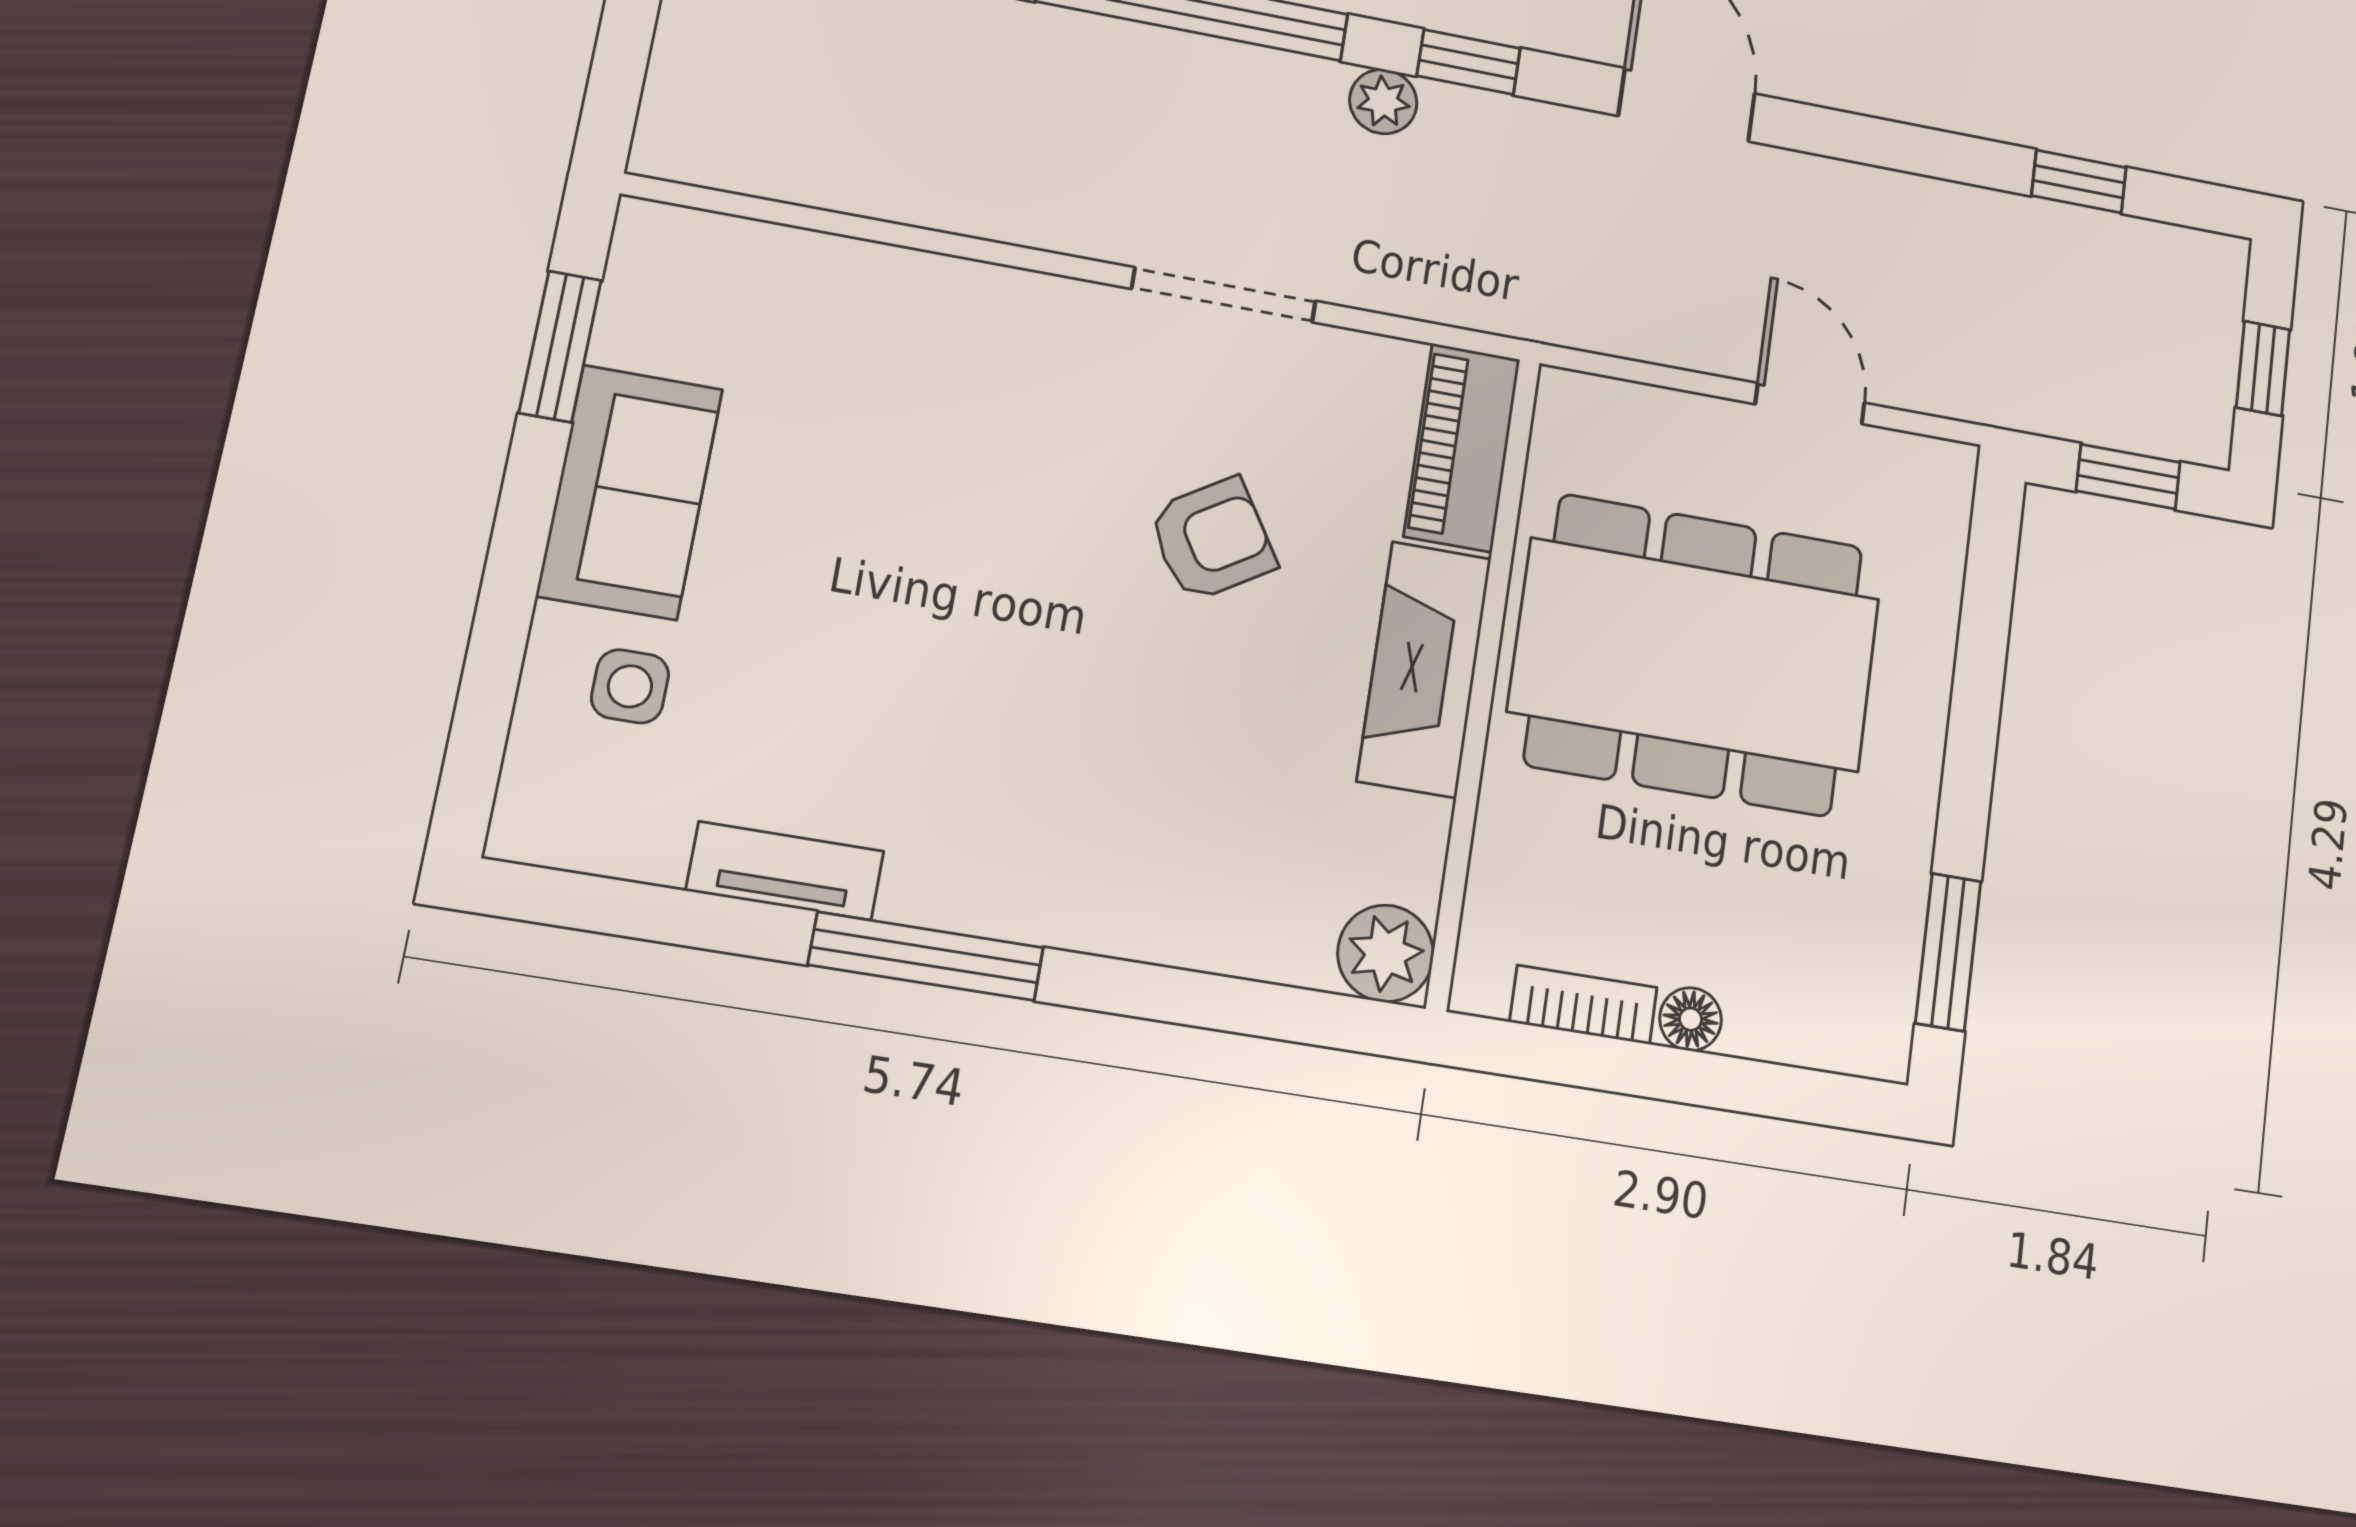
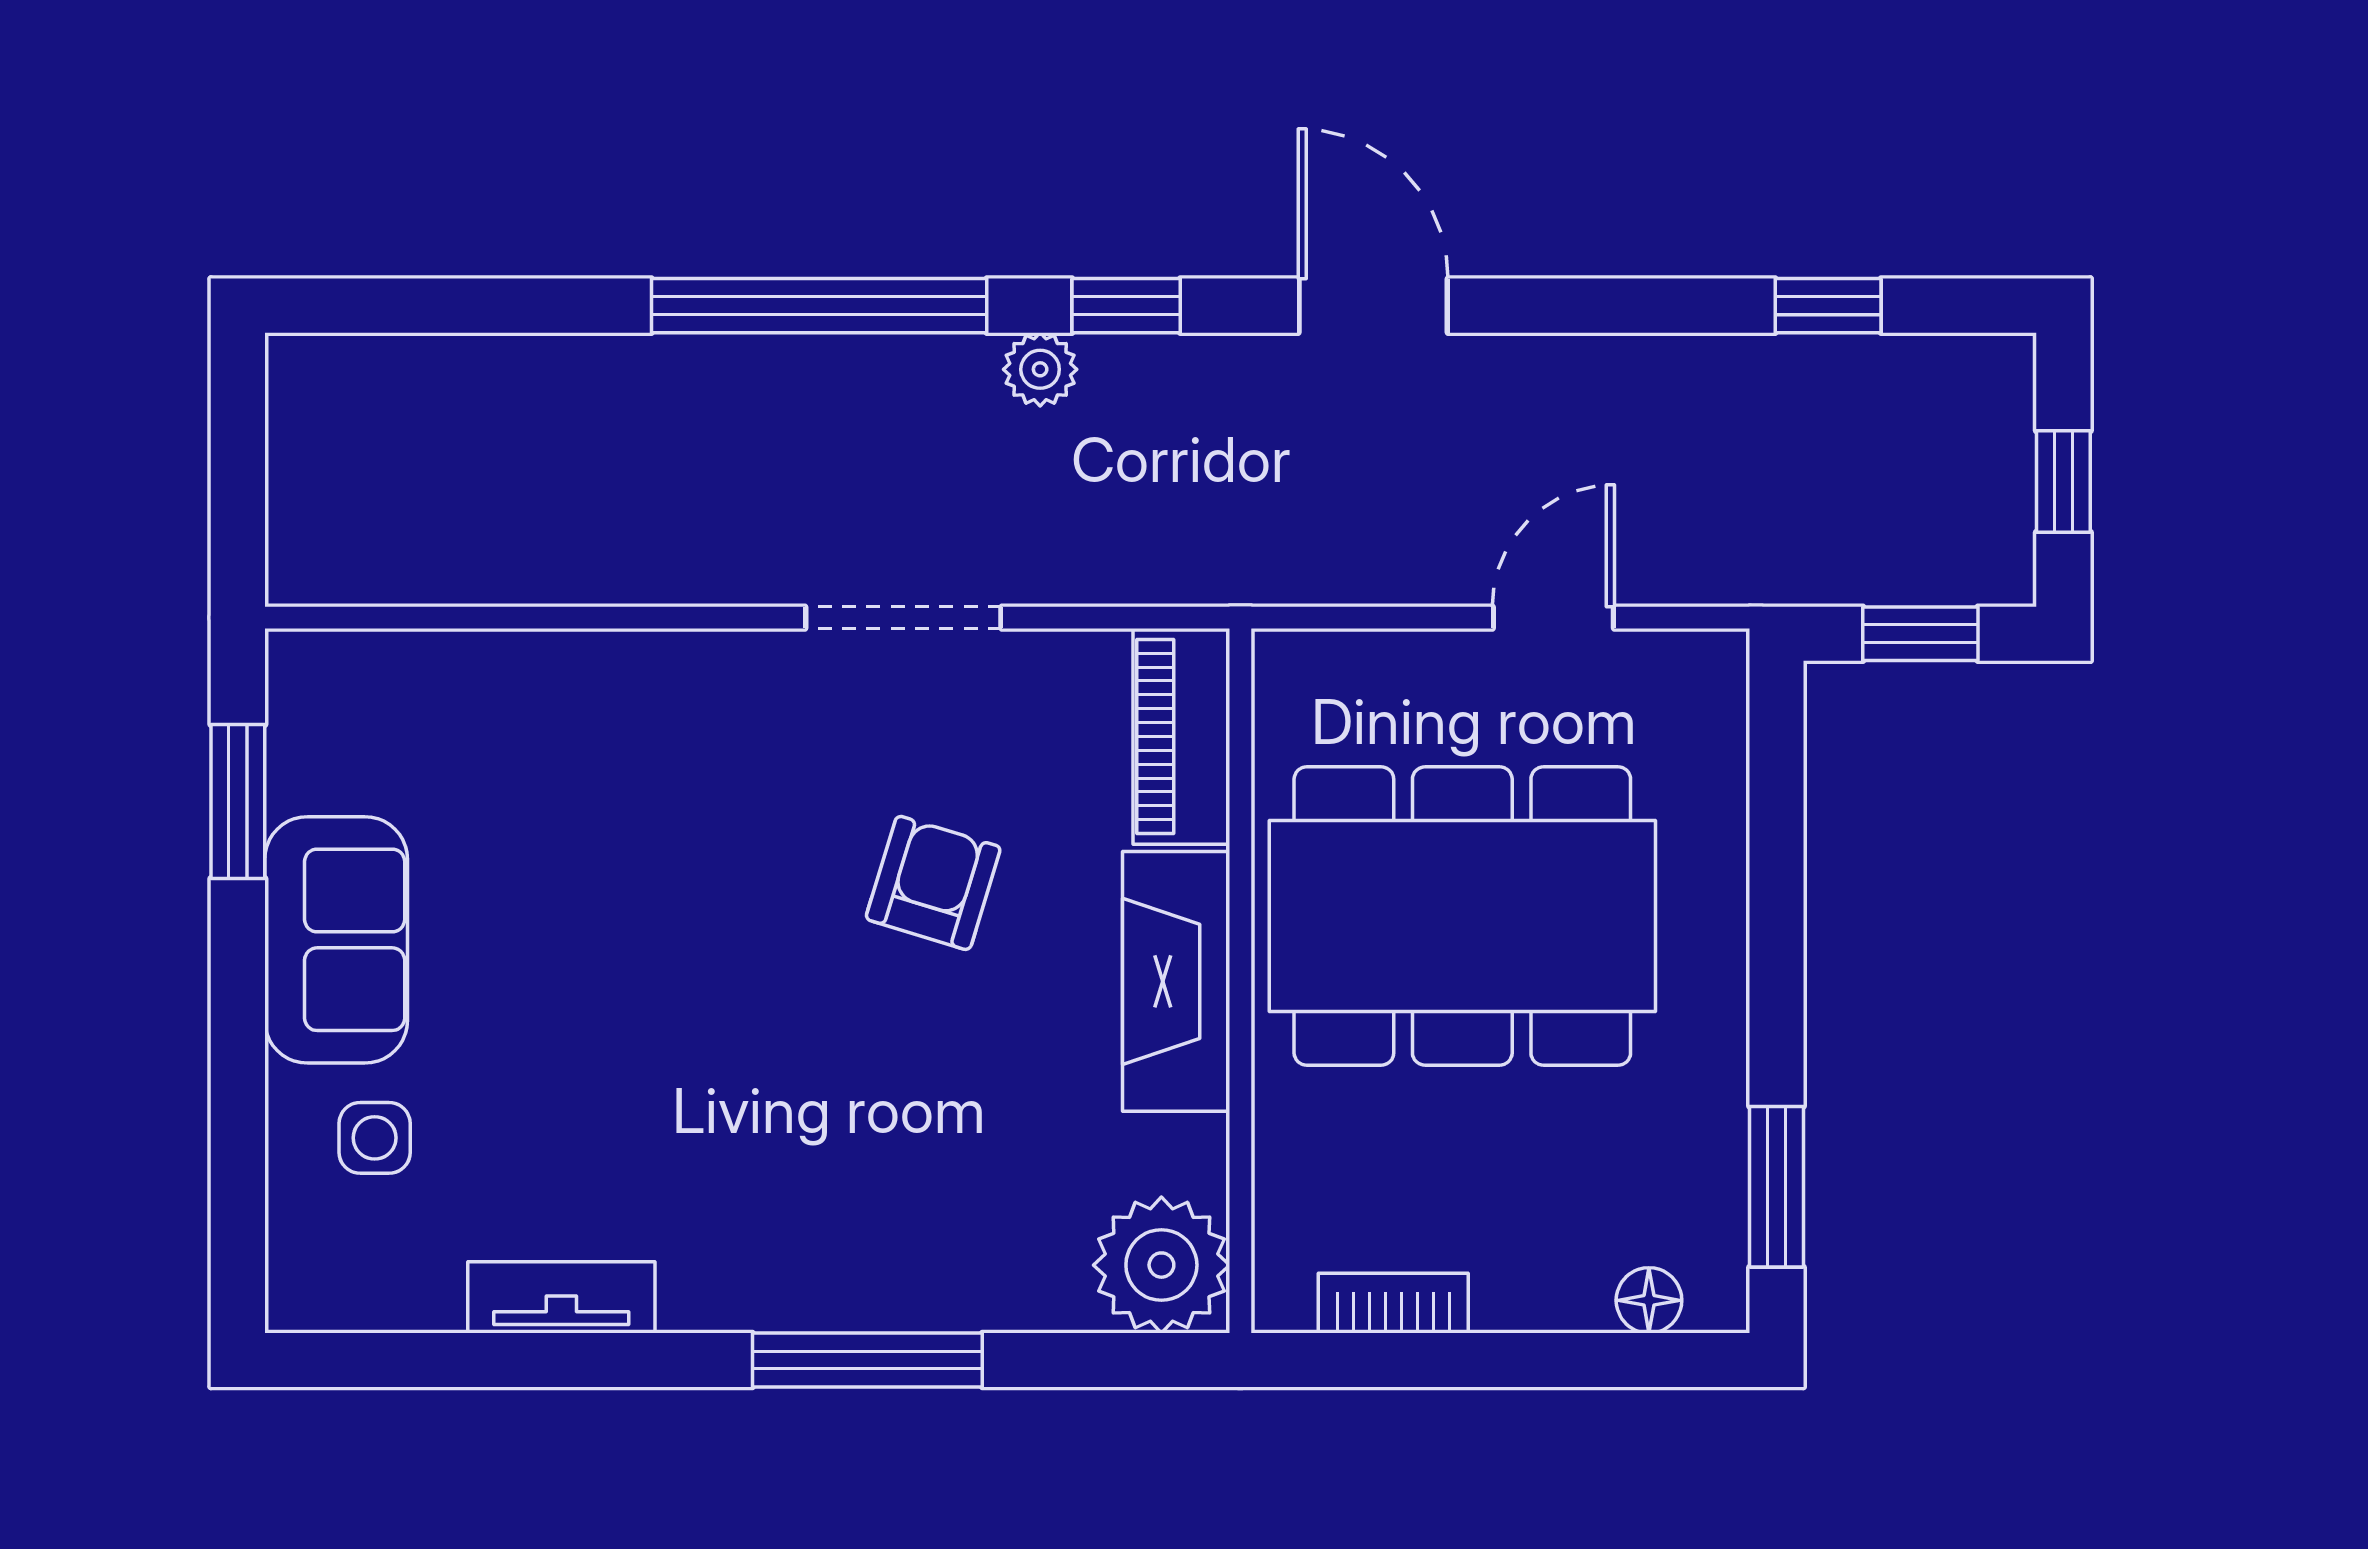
door: (1810, 403) -> (1553, 618), hinge flipped
armchair: (1212, 539) -> (933, 883), turned -41
plant: (1386, 953) -> (1161, 1265), width x1.36, depth x1.36
window: (926, 956) -> (867, 1360), moved
floor lamp: (1691, 1019) -> (1649, 1300), moved

